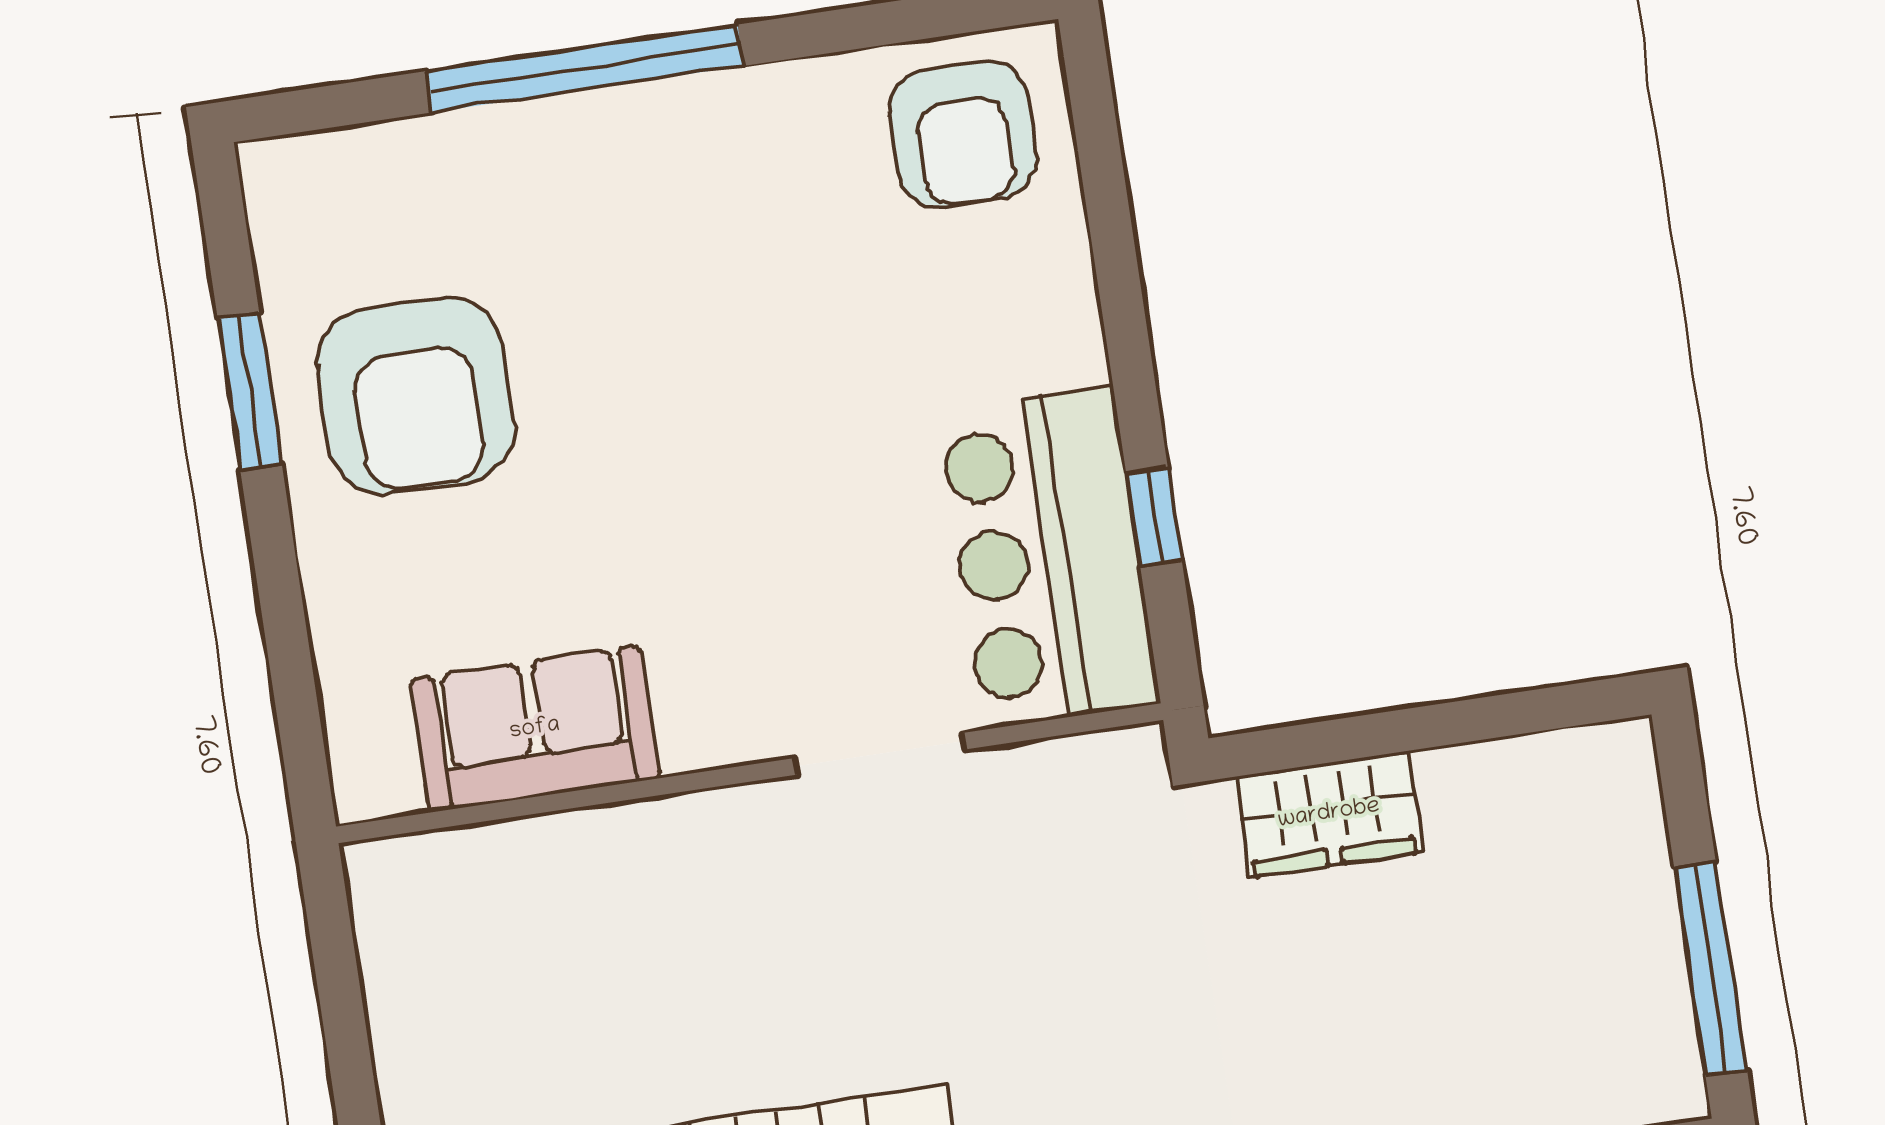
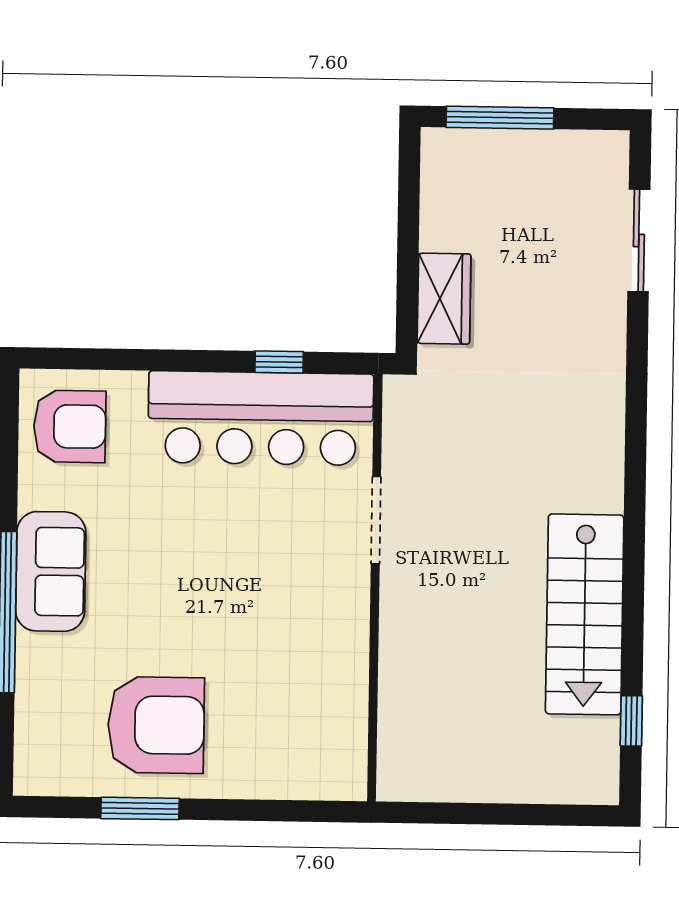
bar counter: (1049, 557) -> (261, 418), width x1.36
sofa: (535, 729) -> (51, 571), moved, turned 180
window: (1711, 969) -> (500, 118), moved

